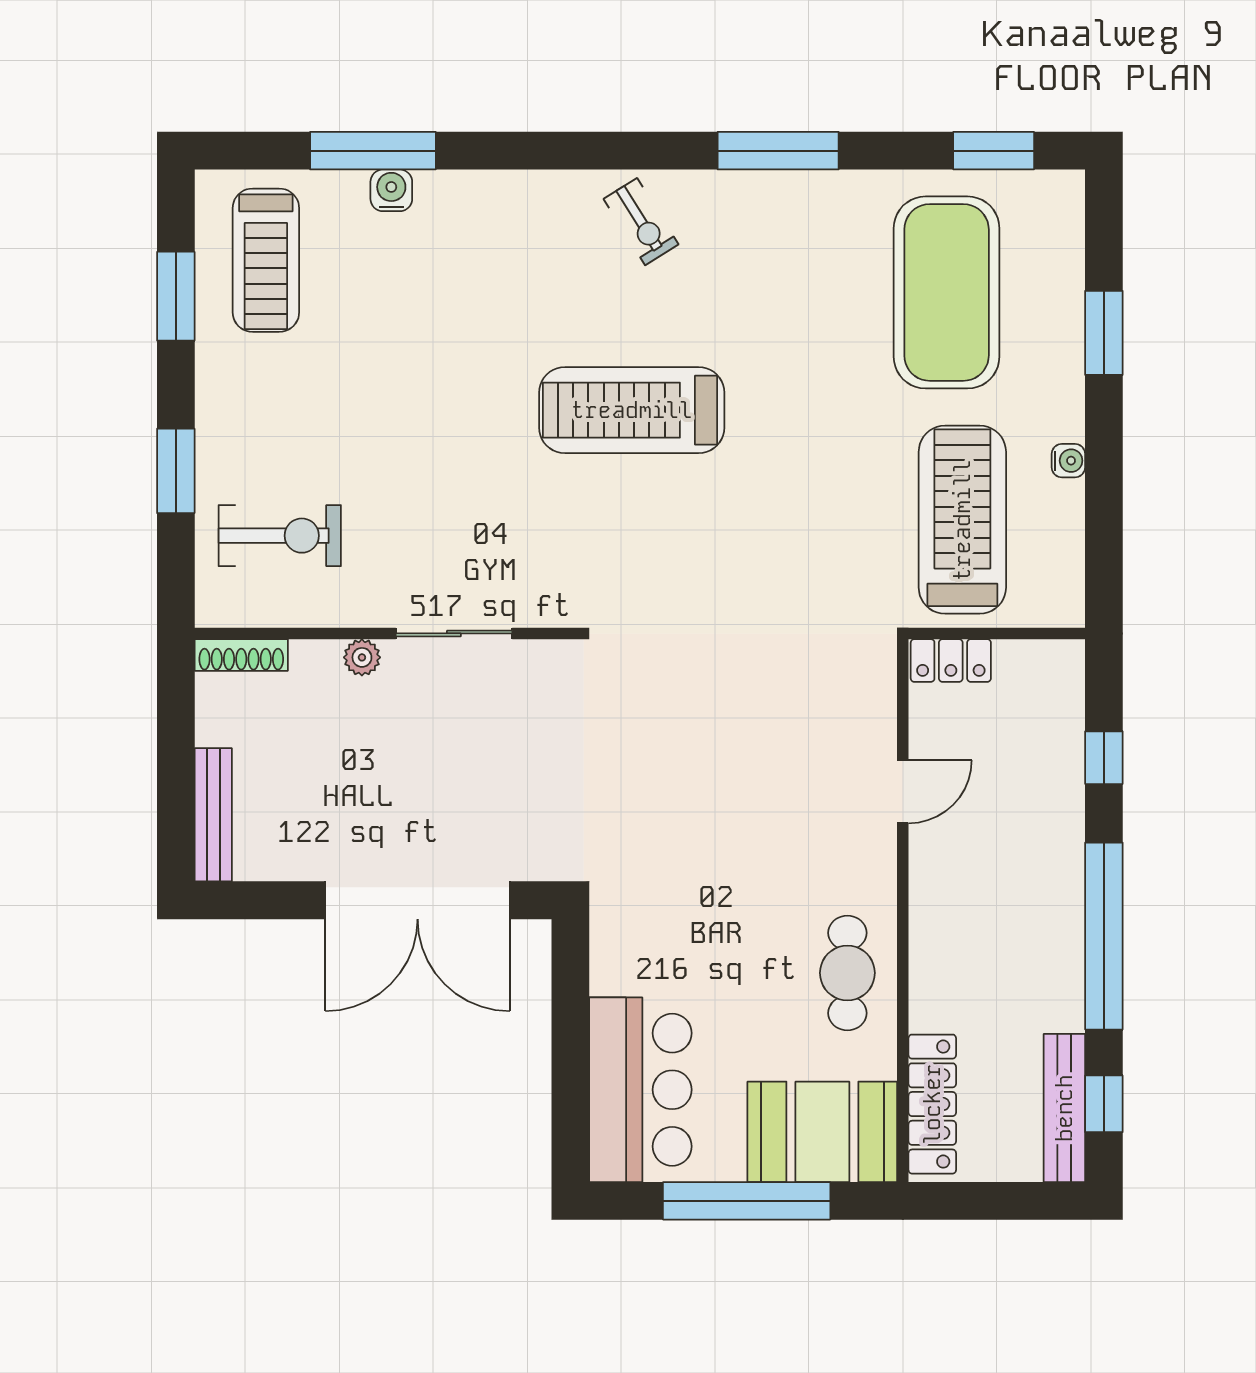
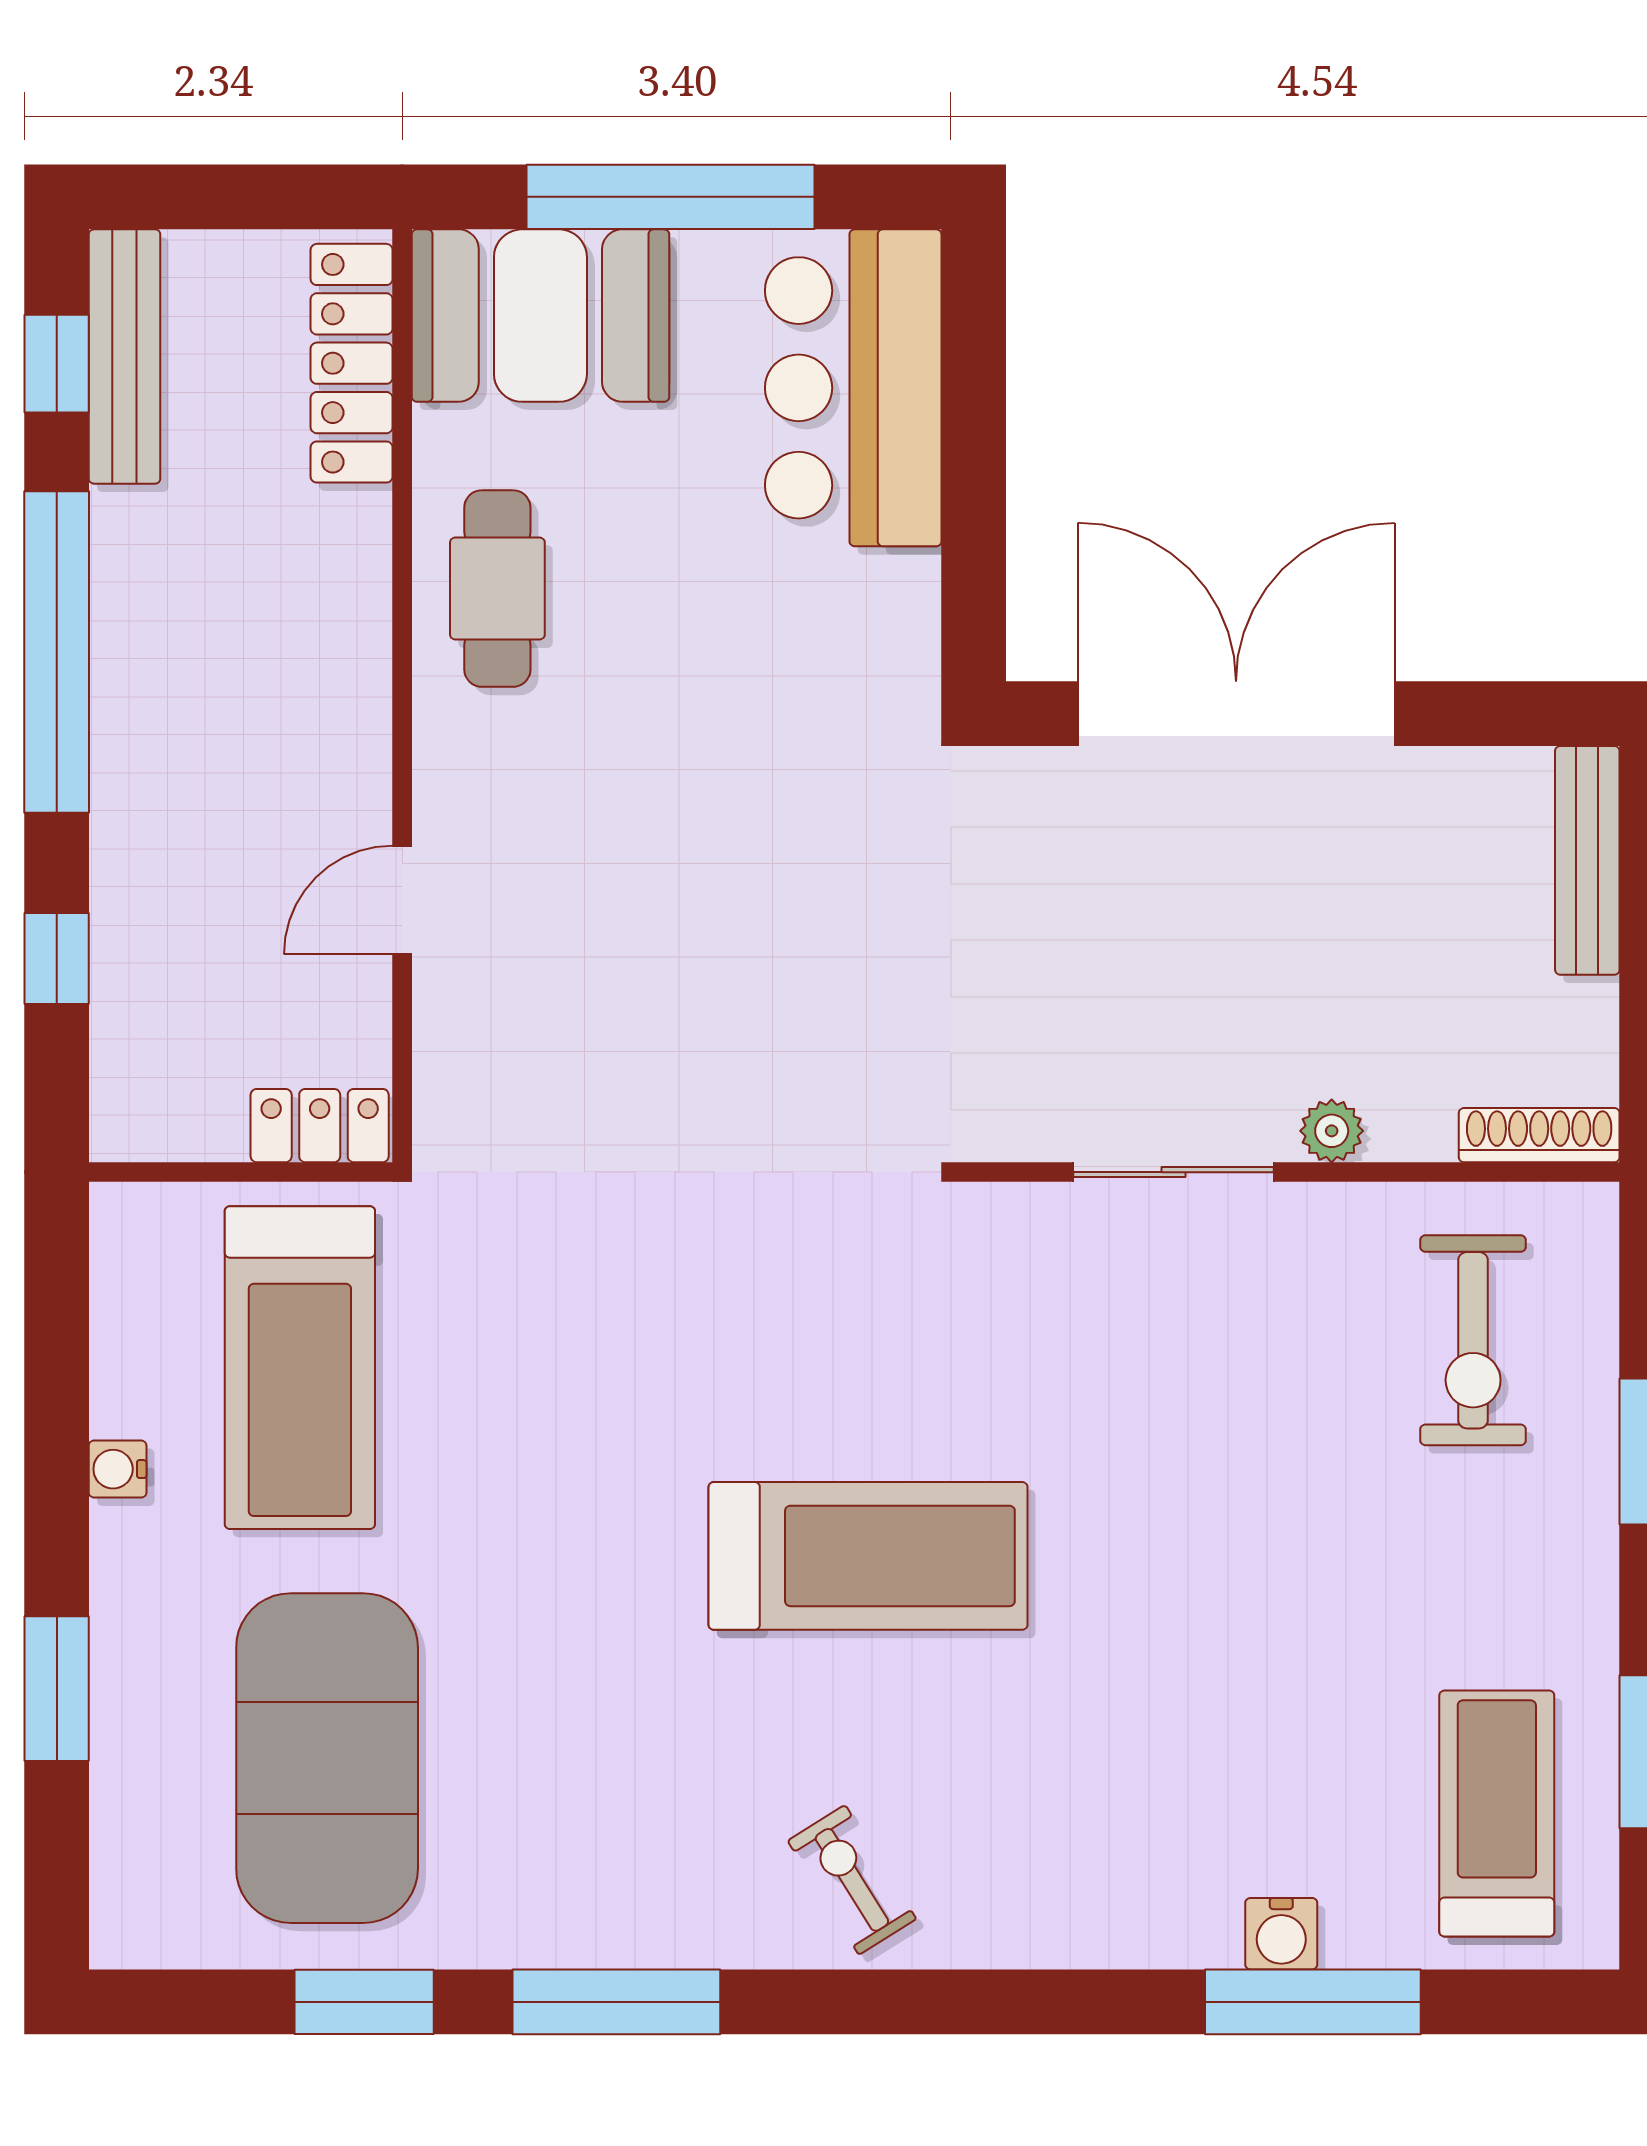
window: (994, 151) -> (364, 2002), moved
exercise bike: (280, 536) -> (1473, 1340), turned -90

